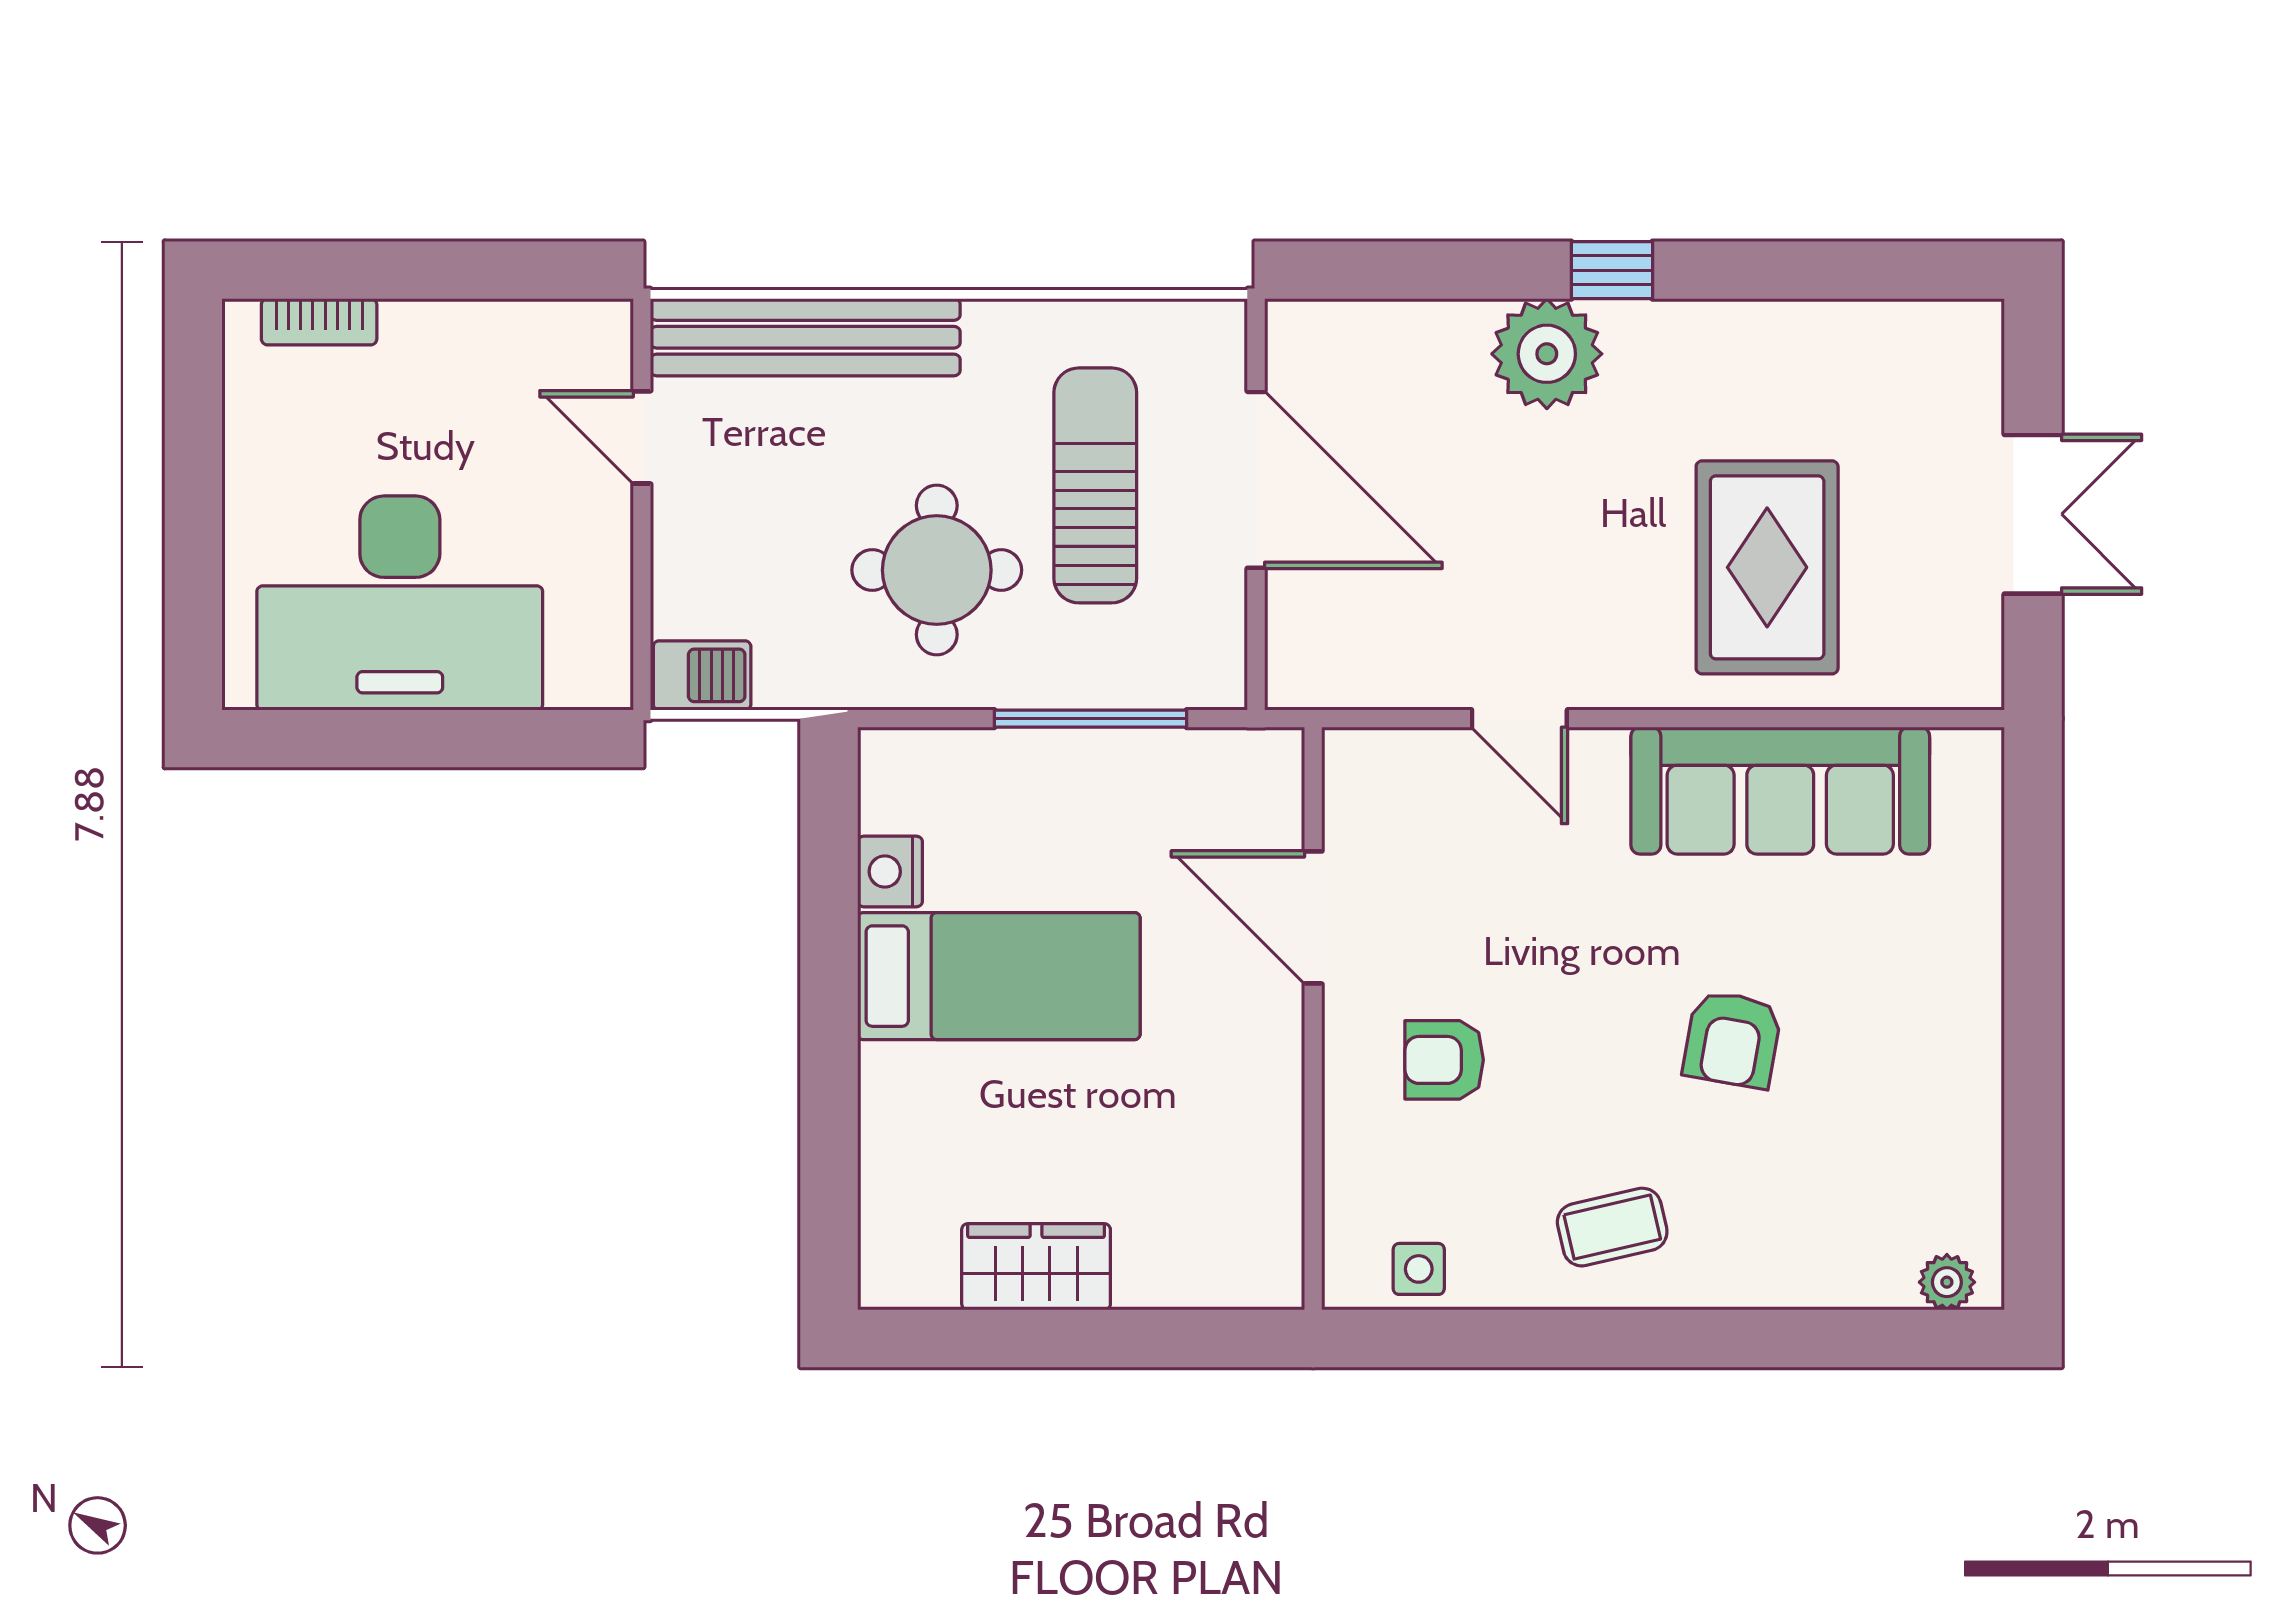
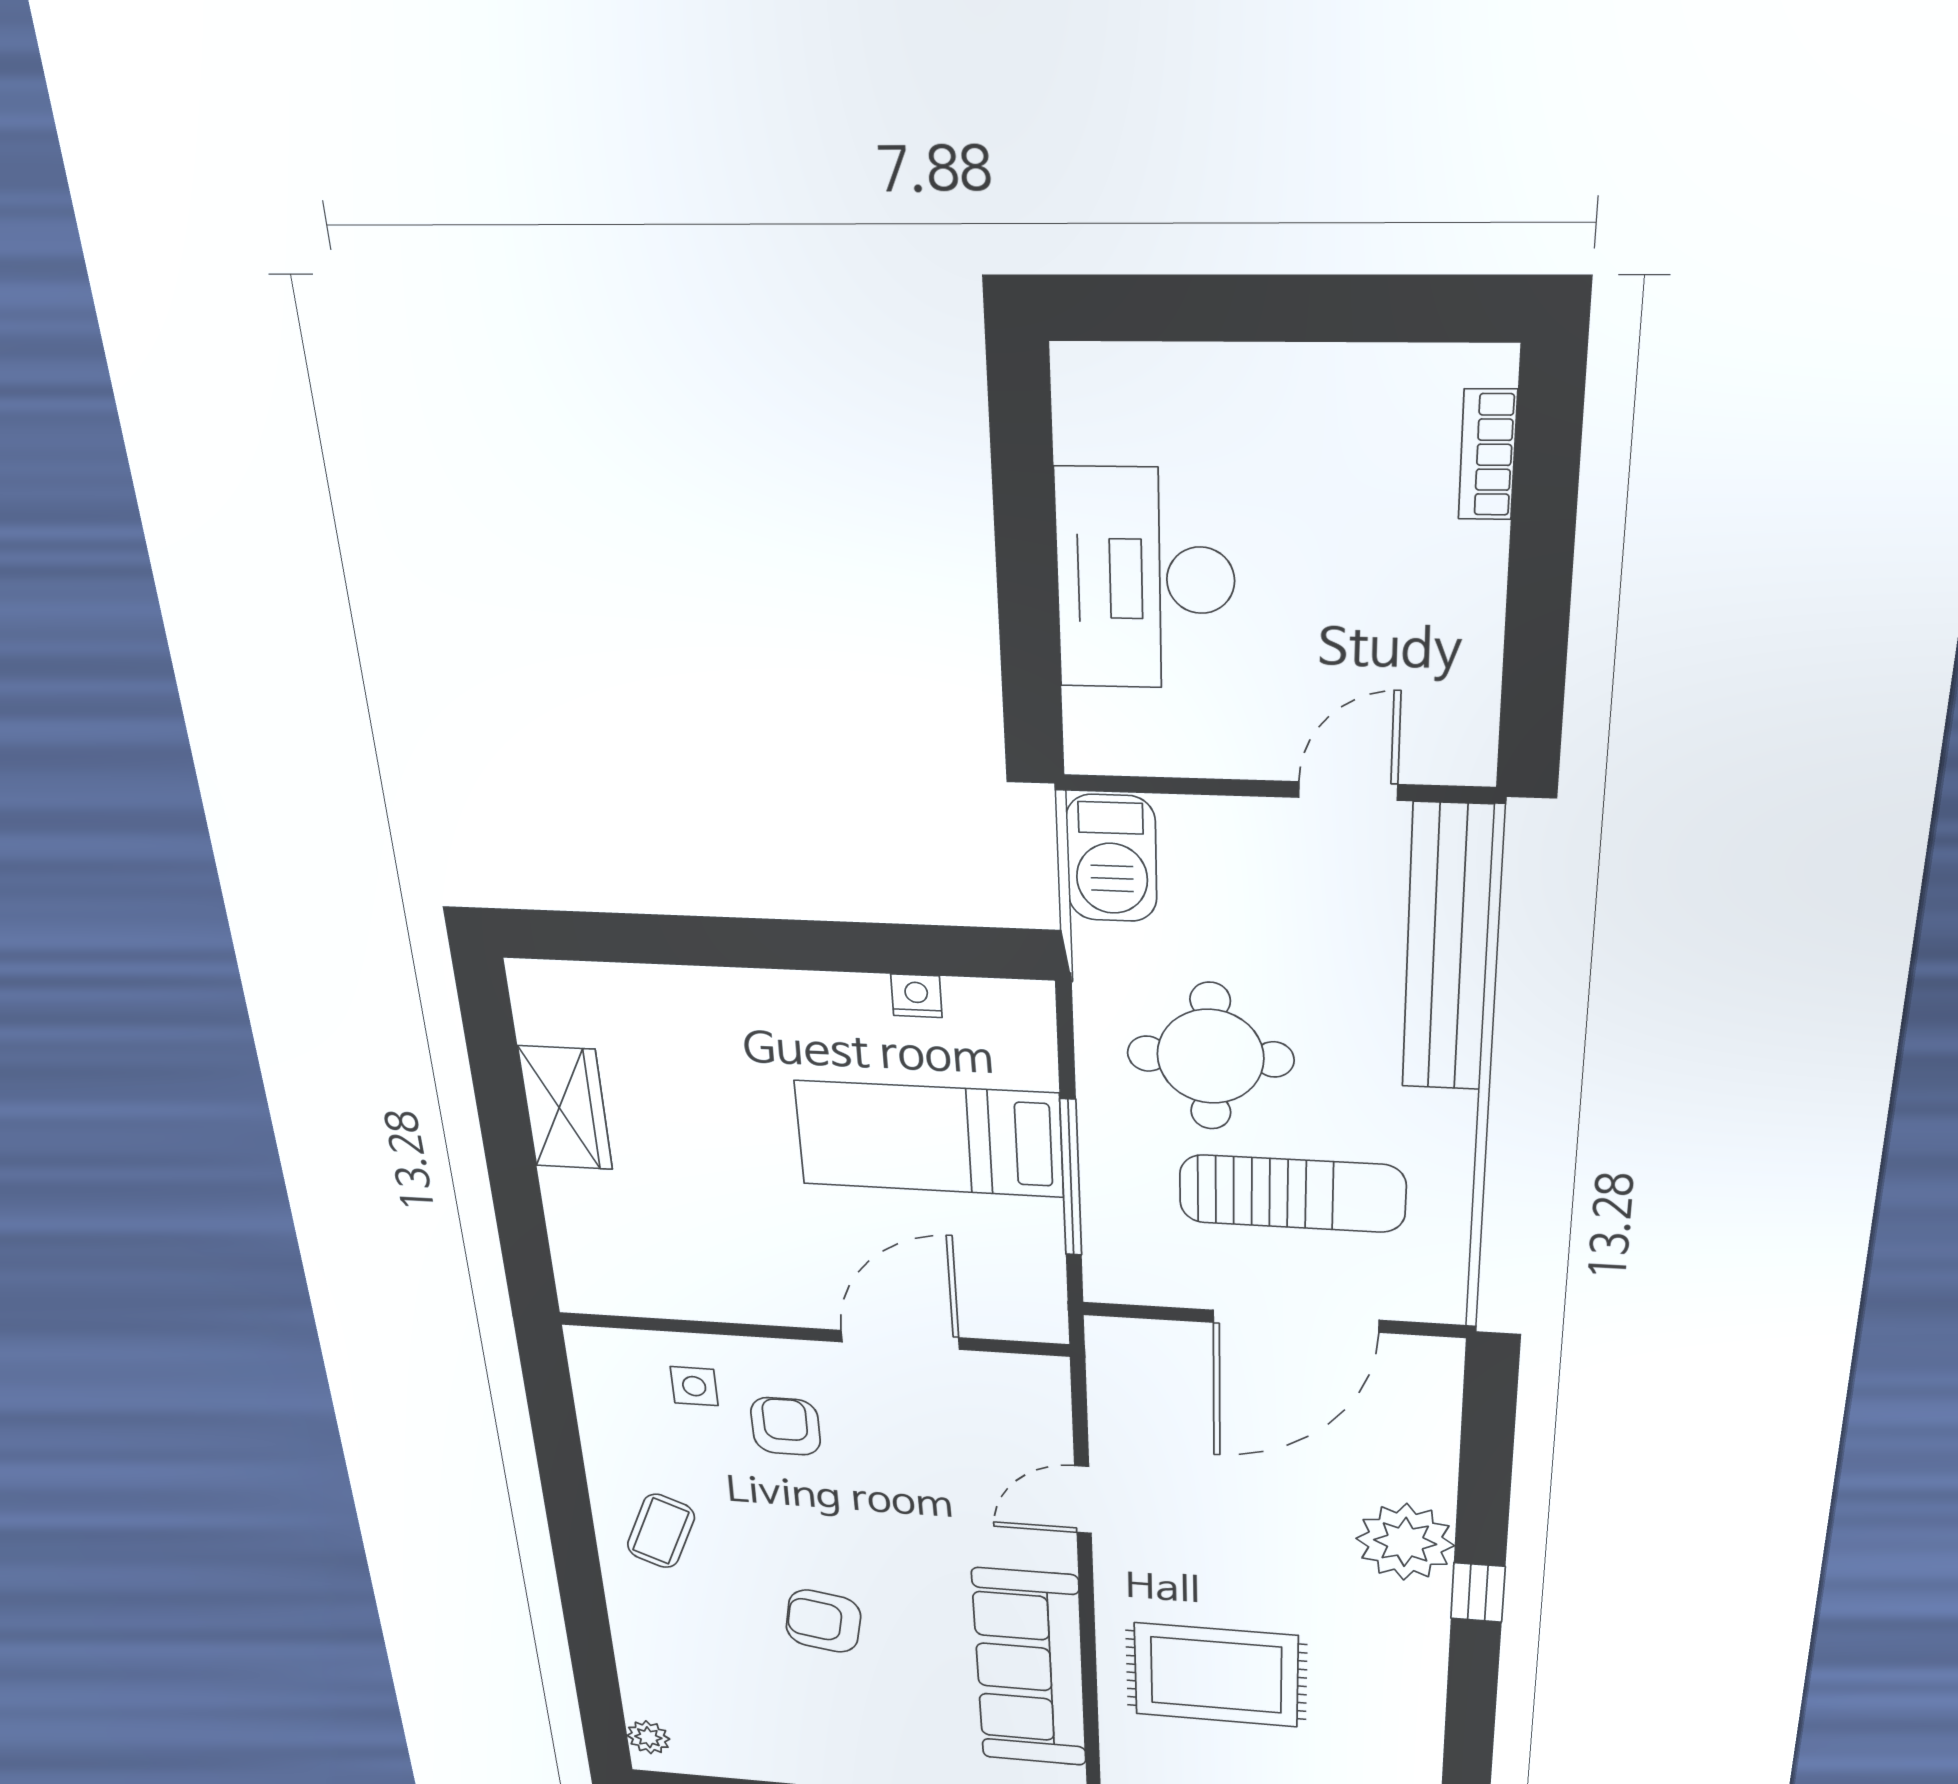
desk: (400, 603) -> (1146, 579), width x0.73, depth x0.77
barbecue: (702, 675) -> (1112, 858), width x1.38, depth x1.27
nightstand: (890, 872) -> (916, 996), width x0.72, depth x0.74
bed: (999, 976) -> (929, 1139), moved, turned 90
coffee table: (1612, 1227) -> (661, 1531), turned 36
side table: (1419, 1269) -> (694, 1386), moved

